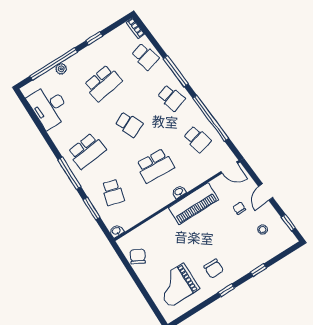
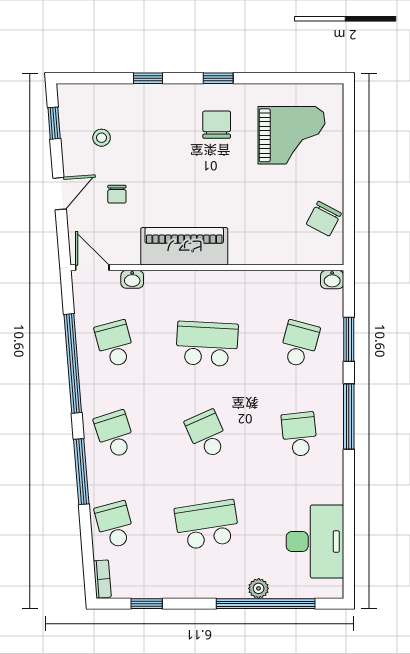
window: (94, 38) -> (147, 604), moved
school desk: (87, 151) -> (299, 434), width x0.54
washbasin: (179, 192) -> (132, 279), moved

